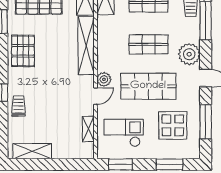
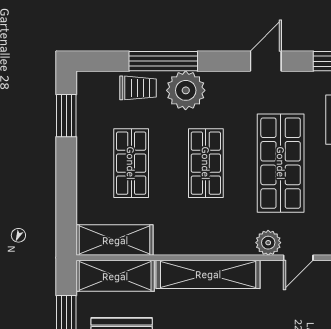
plant: (189, 54) -> (186, 90), moved
door: (95, 96) -> (298, 258), swing flipped

